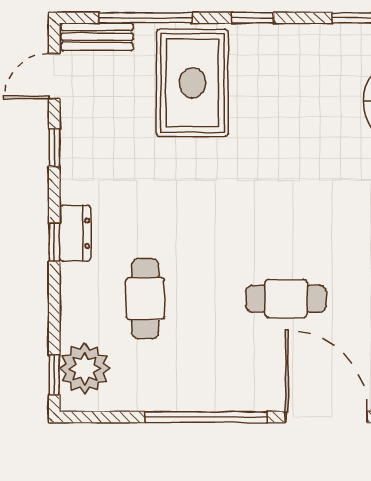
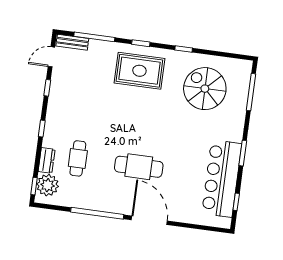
rug: (192, 83) -> (139, 71), moved, turned 90
dresser: (75, 233) -> (47, 160), moved
cafe table: (286, 299) -> (139, 167), width x1.37, depth x1.35

